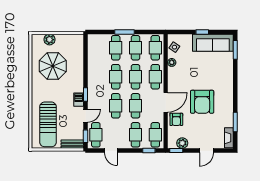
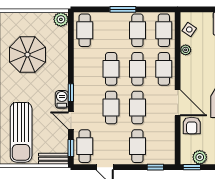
plant: (50, 40) -> (61, 19), moved
cafe table: (116, 48) -> (85, 30), moved
door: (166, 102) -> (178, 103), hinge flipped
door: (86, 116) -> (71, 121), swing flipped
cafe table: (155, 135) -> (164, 146), removed

